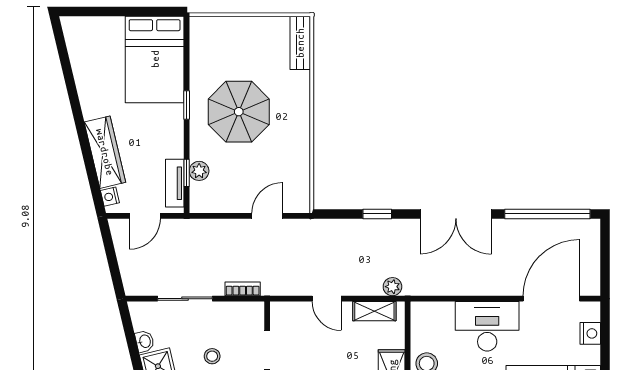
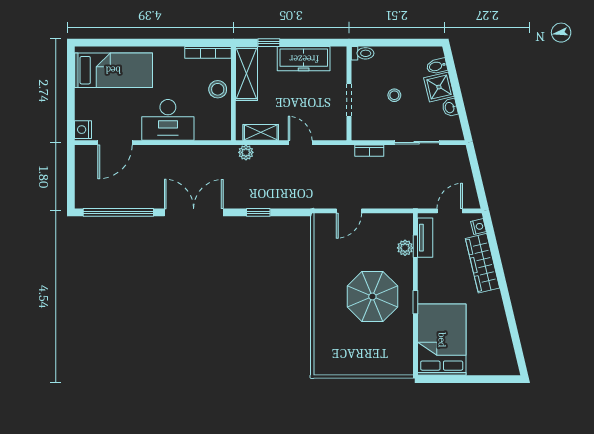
bench: (300, 43) -> (322, 353), removed
door: (551, 299) -> (115, 143), width x0.73
nightstand: (590, 333) -> (83, 130), moved

